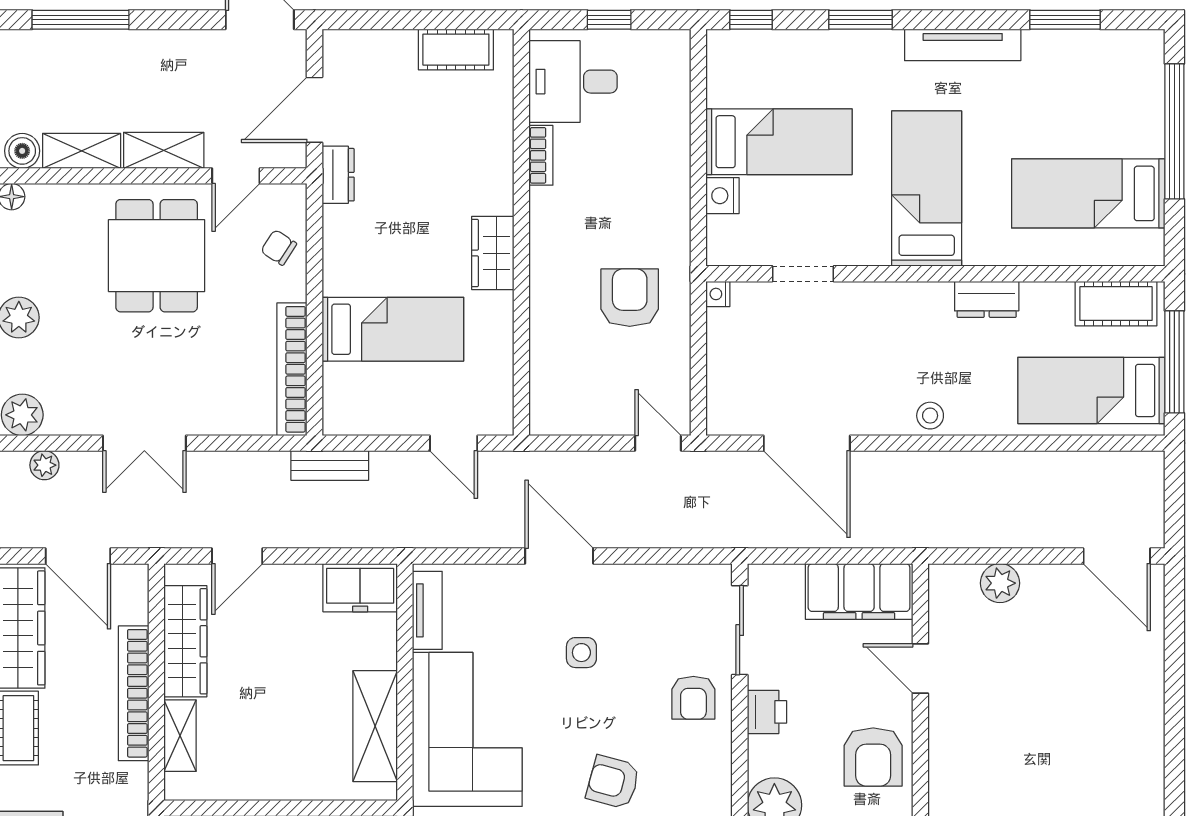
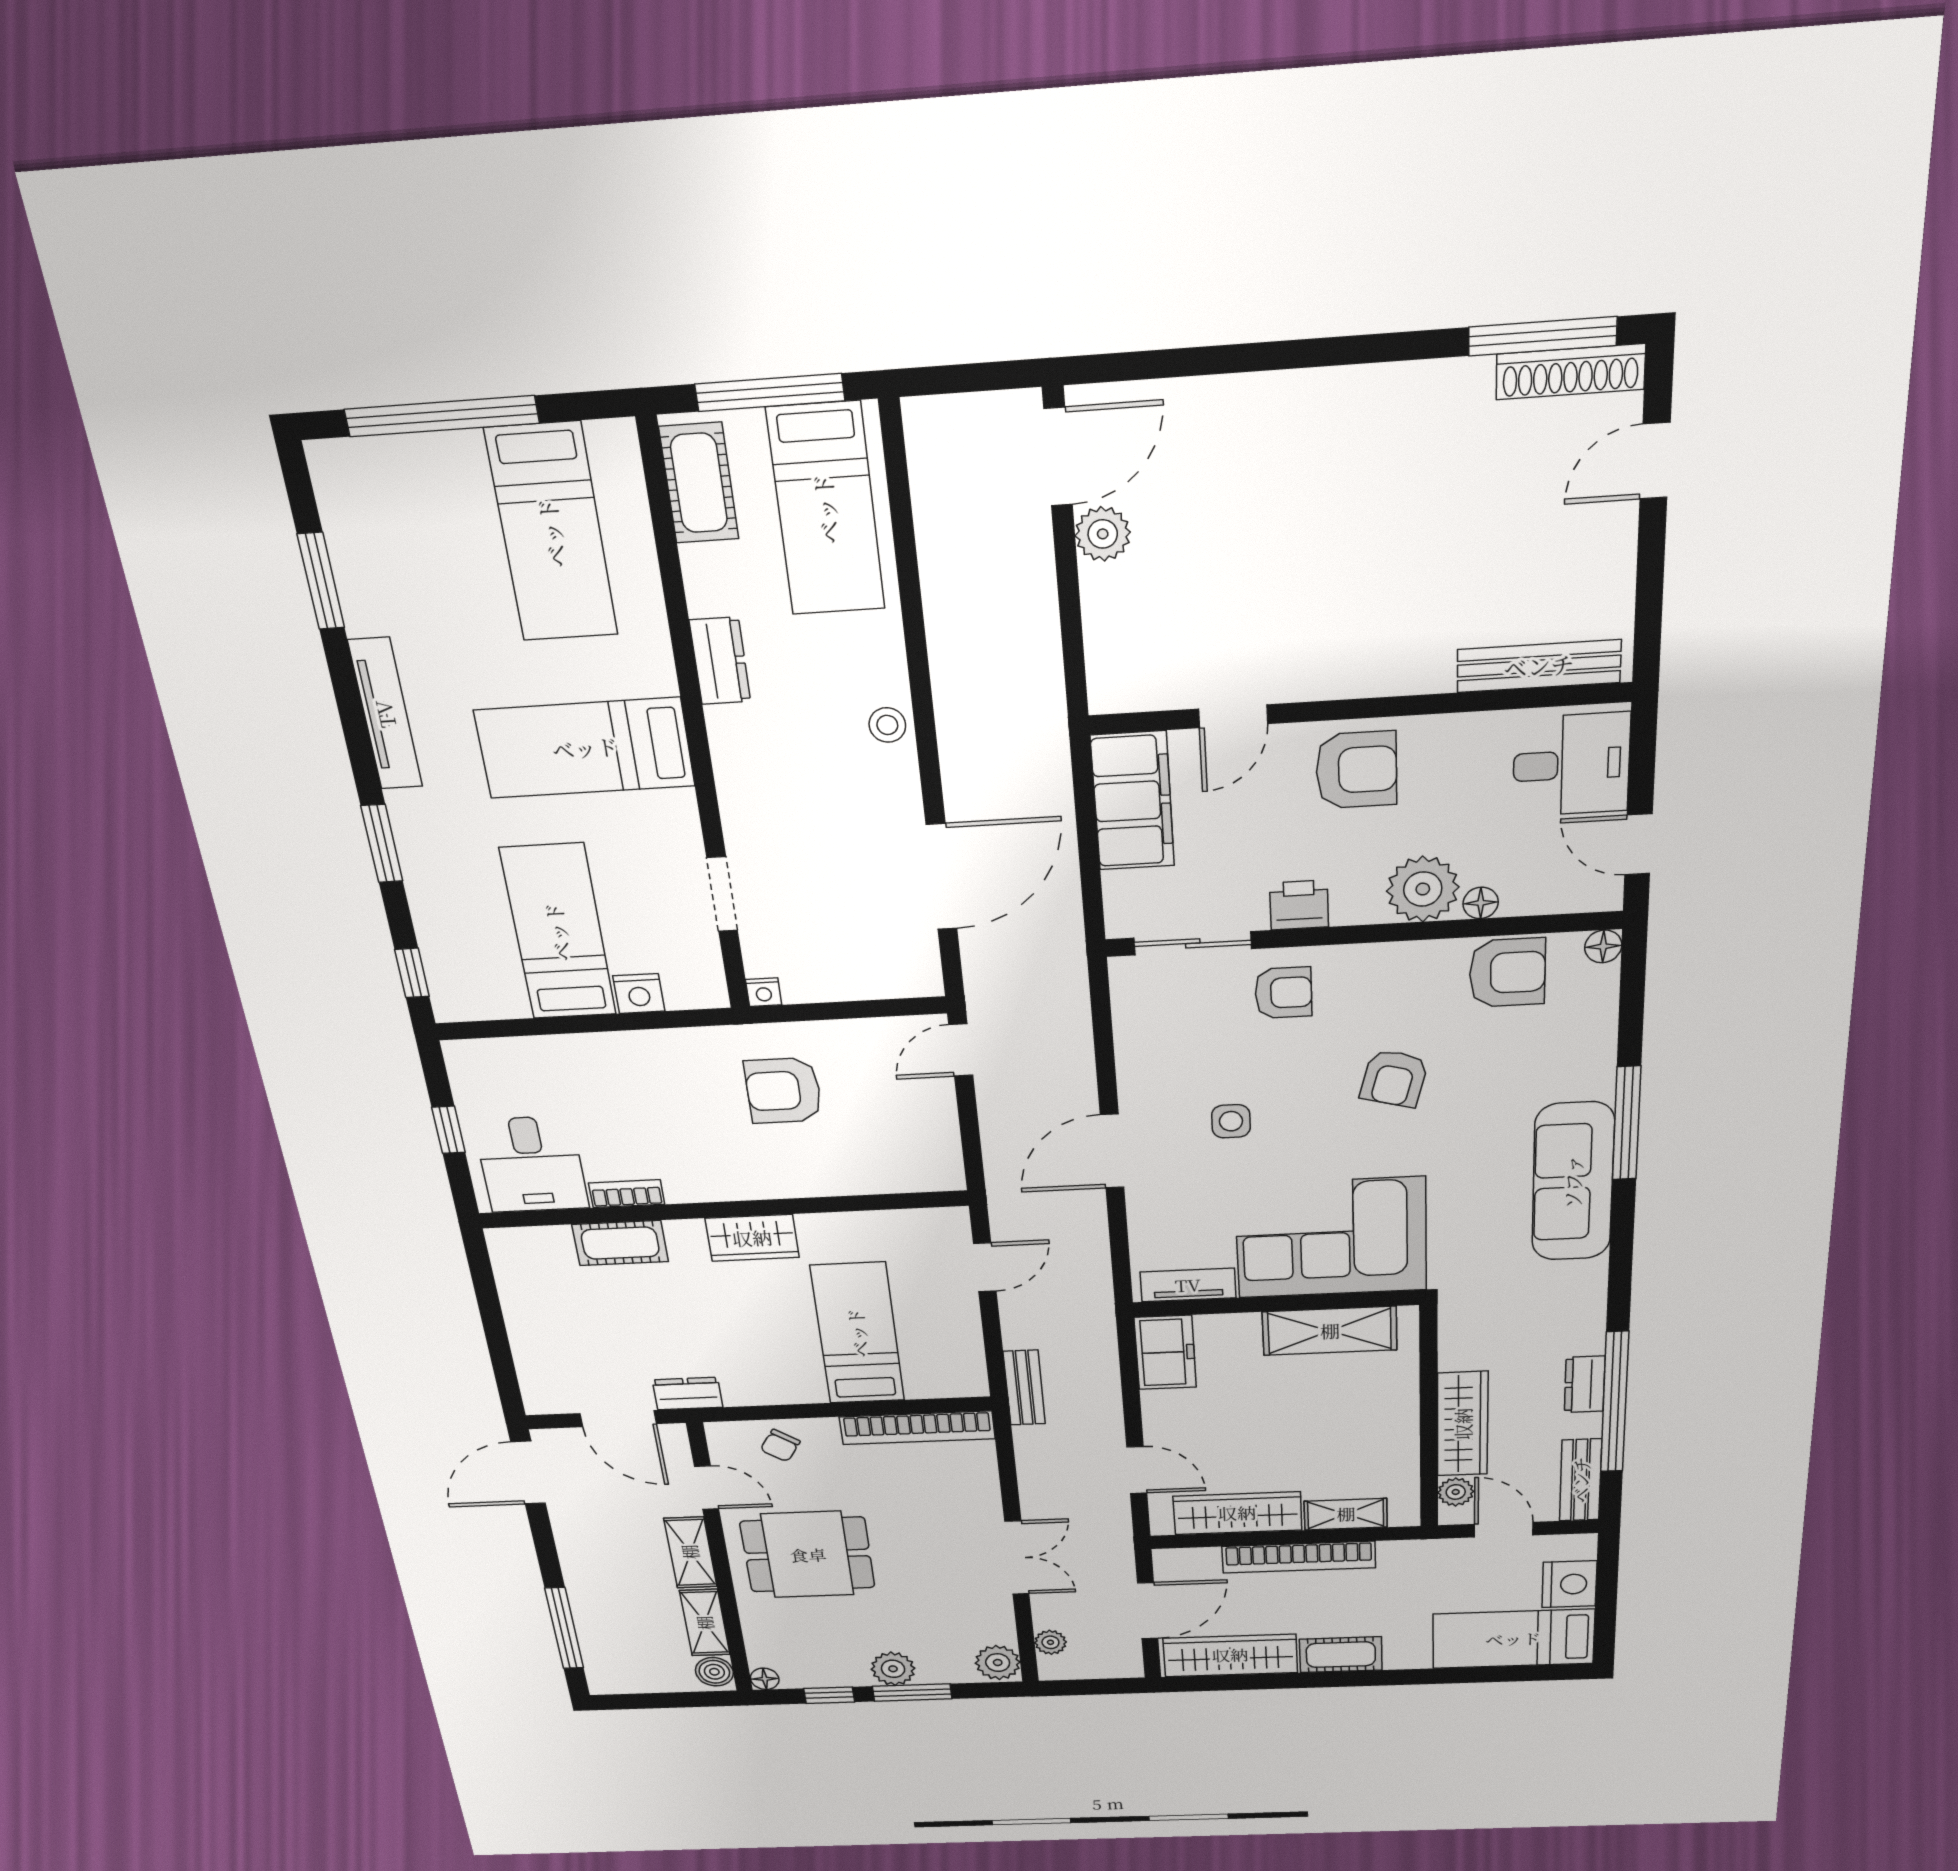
cot: (456, 50) -> (620, 1243), moved, turned 90
plant: (1000, 583) -> (1103, 534), moved

